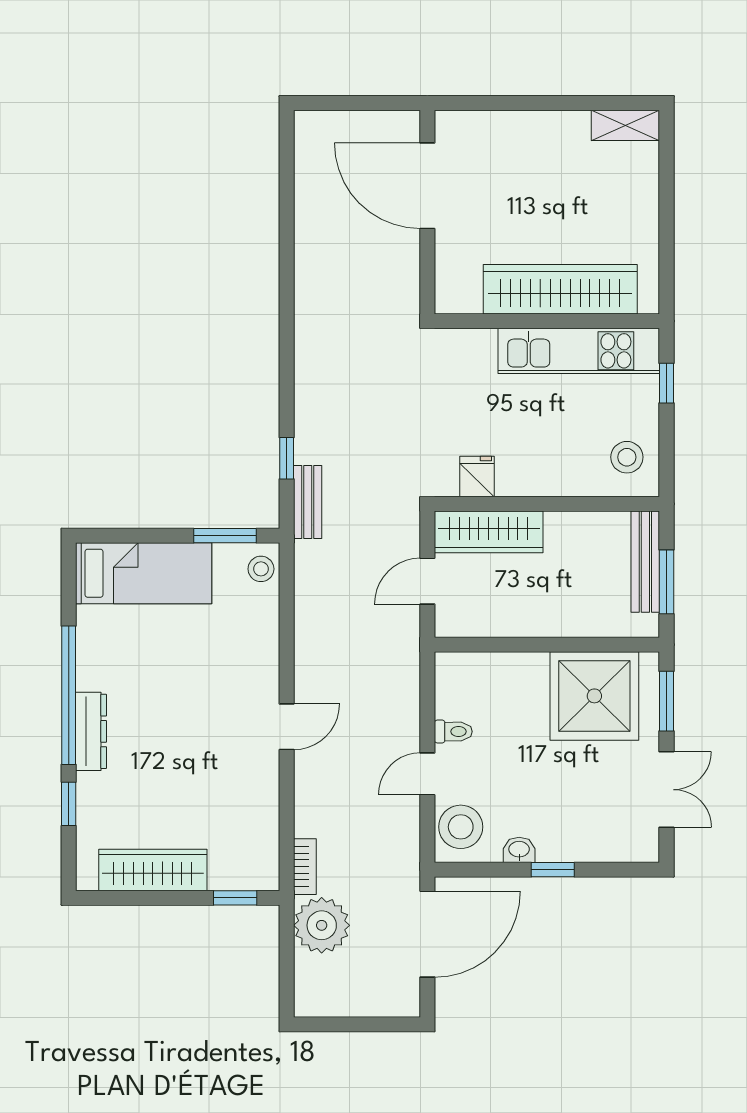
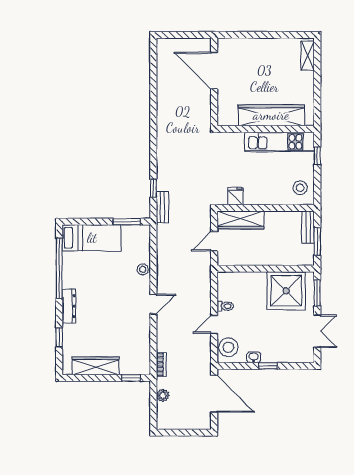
shelving: (625, 125) -> (308, 56), moved, turned 90
bench: (645, 562) -> (308, 227), width x0.73
stool: (261, 569) -> (143, 269), moved
window: (69, 695) -> (59, 268), moved
plant: (322, 925) -> (163, 395), width x0.53, depth x0.53
door: (427, 934) -> (214, 394), hinge flipped

